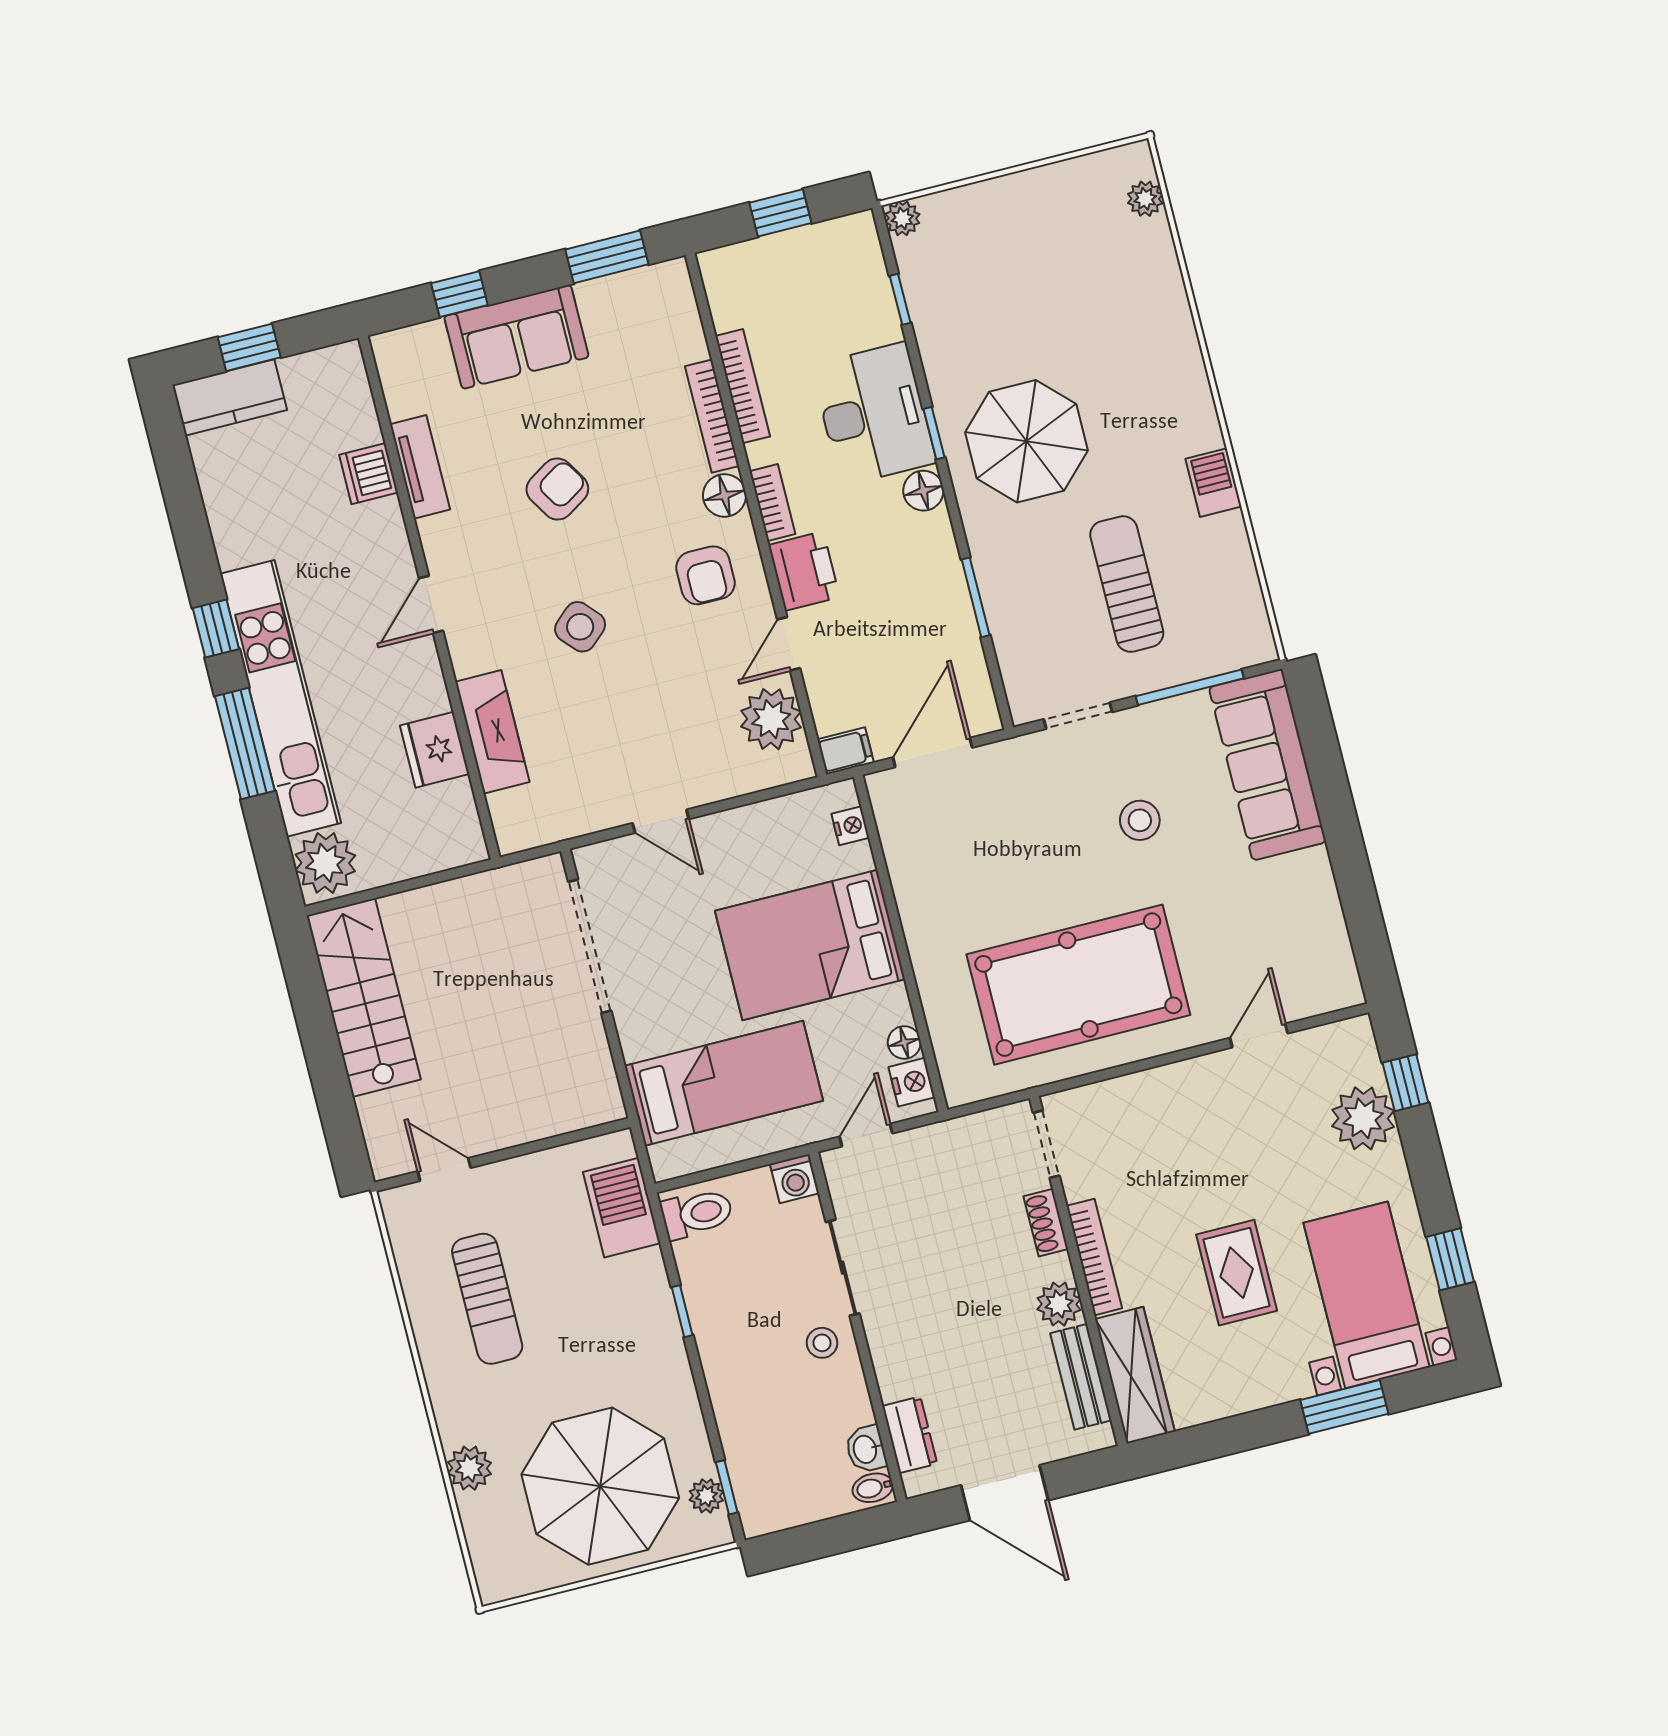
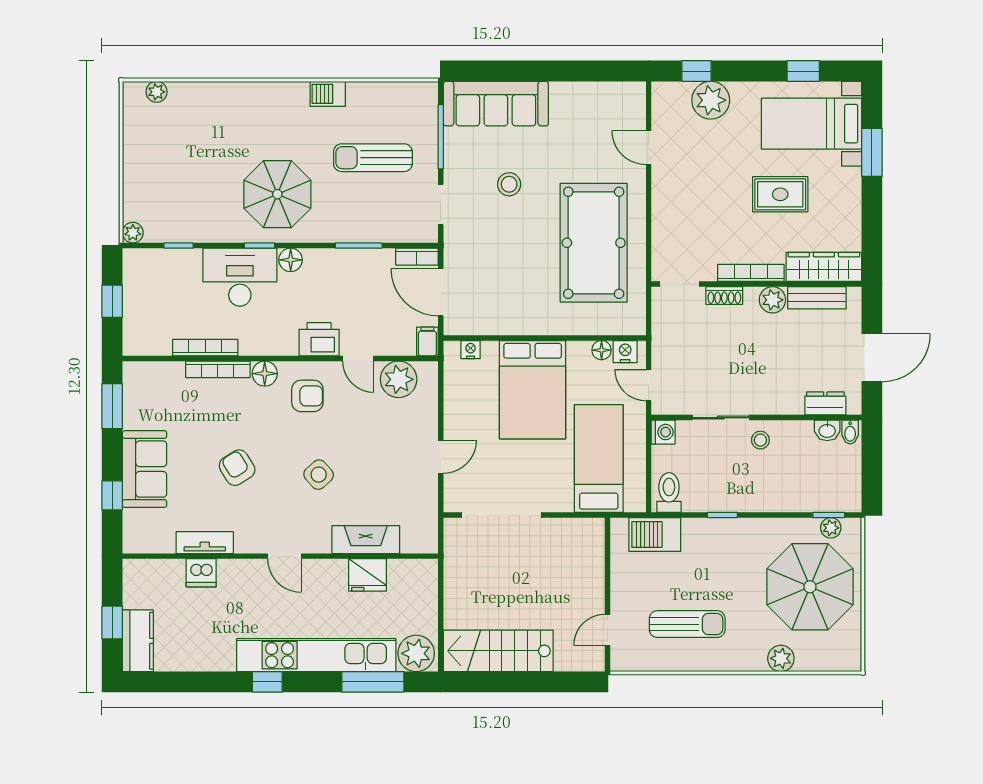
bookcase: (772, 503) -> (417, 257), moved, turned 180
window: (245, 743) -> (373, 682), moved

